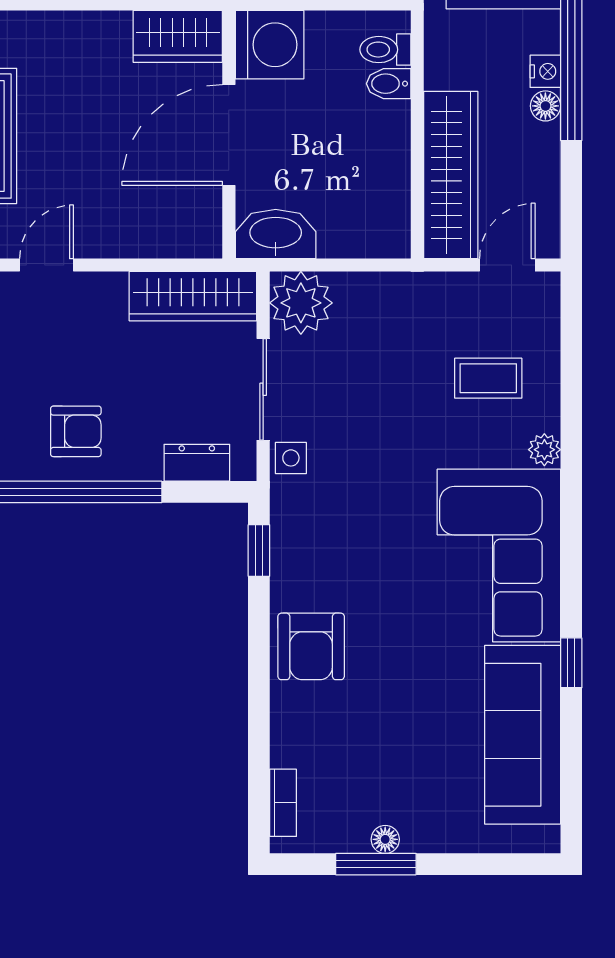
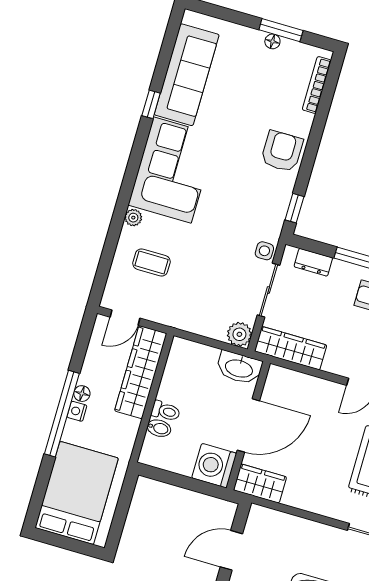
toilet: (385, 50) -> (166, 411), moved
plant: (301, 303) -> (239, 334), width x0.73, depth x0.73
bookcase: (283, 803) -> (317, 85), width x1.56

